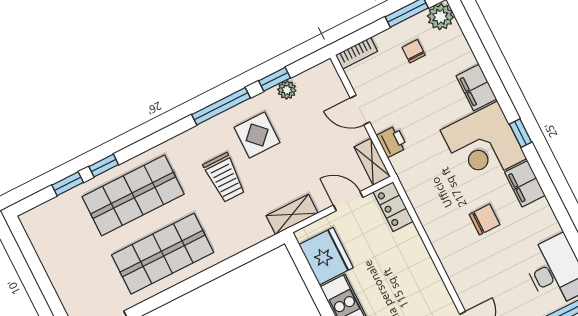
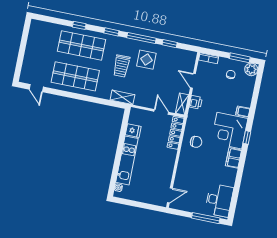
filing cabinet: (476, 88) -> (243, 112), width x0.50
plant: (287, 90) -> (171, 51), removed
window: (68, 184) -> (111, 32), moved
locker: (393, 207) -> (176, 133), width x1.53
shelving: (292, 214) -> (122, 97), moved
chair: (485, 219) -> (196, 142), moved
fridge: (326, 256) -> (133, 131), width x0.53, depth x0.75

